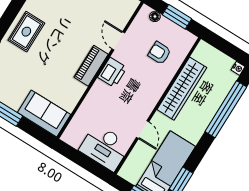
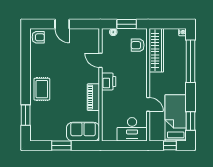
armchair: (159, 53) -> (138, 45), moved
piano: (91, 66) -> (93, 97), moved
wardrobe: (182, 89) -> (156, 50), moved

